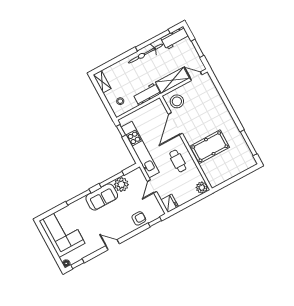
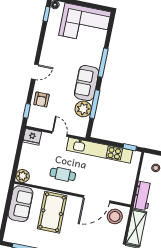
door: (175, 124) -> (97, 199), swing flipped
sofa: (222, 173) -> (21, 204), added
door: (113, 245) -> (35, 72), moved

